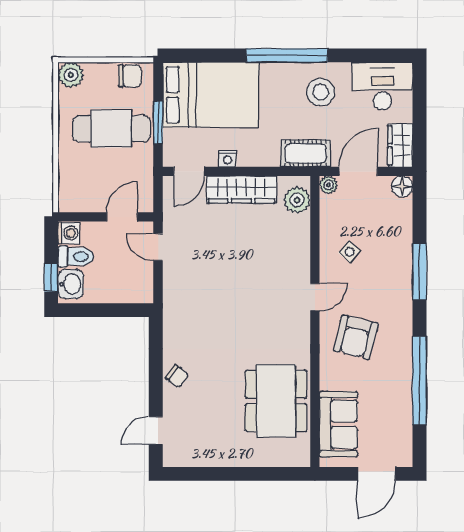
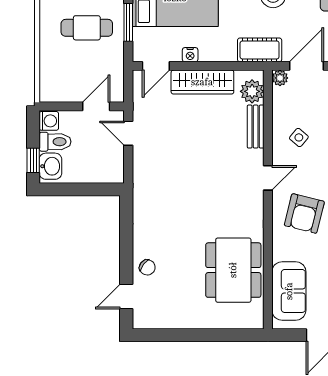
cafe table: (111, 129) -> (87, 28), width x0.73, depth x0.74
bench: (301, 239) -> (256, 127), added
chair: (177, 376) -> (147, 267), moved

